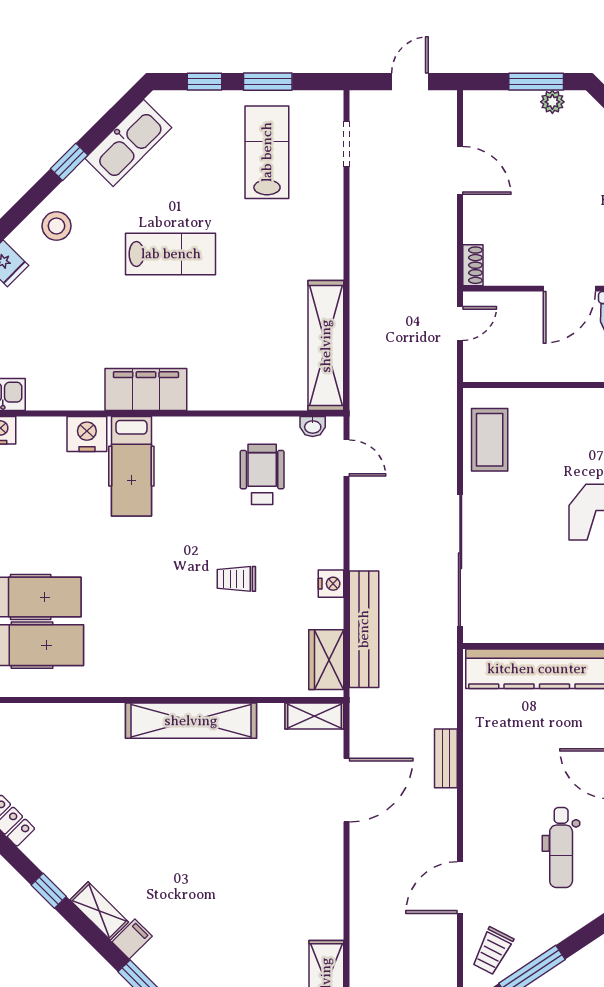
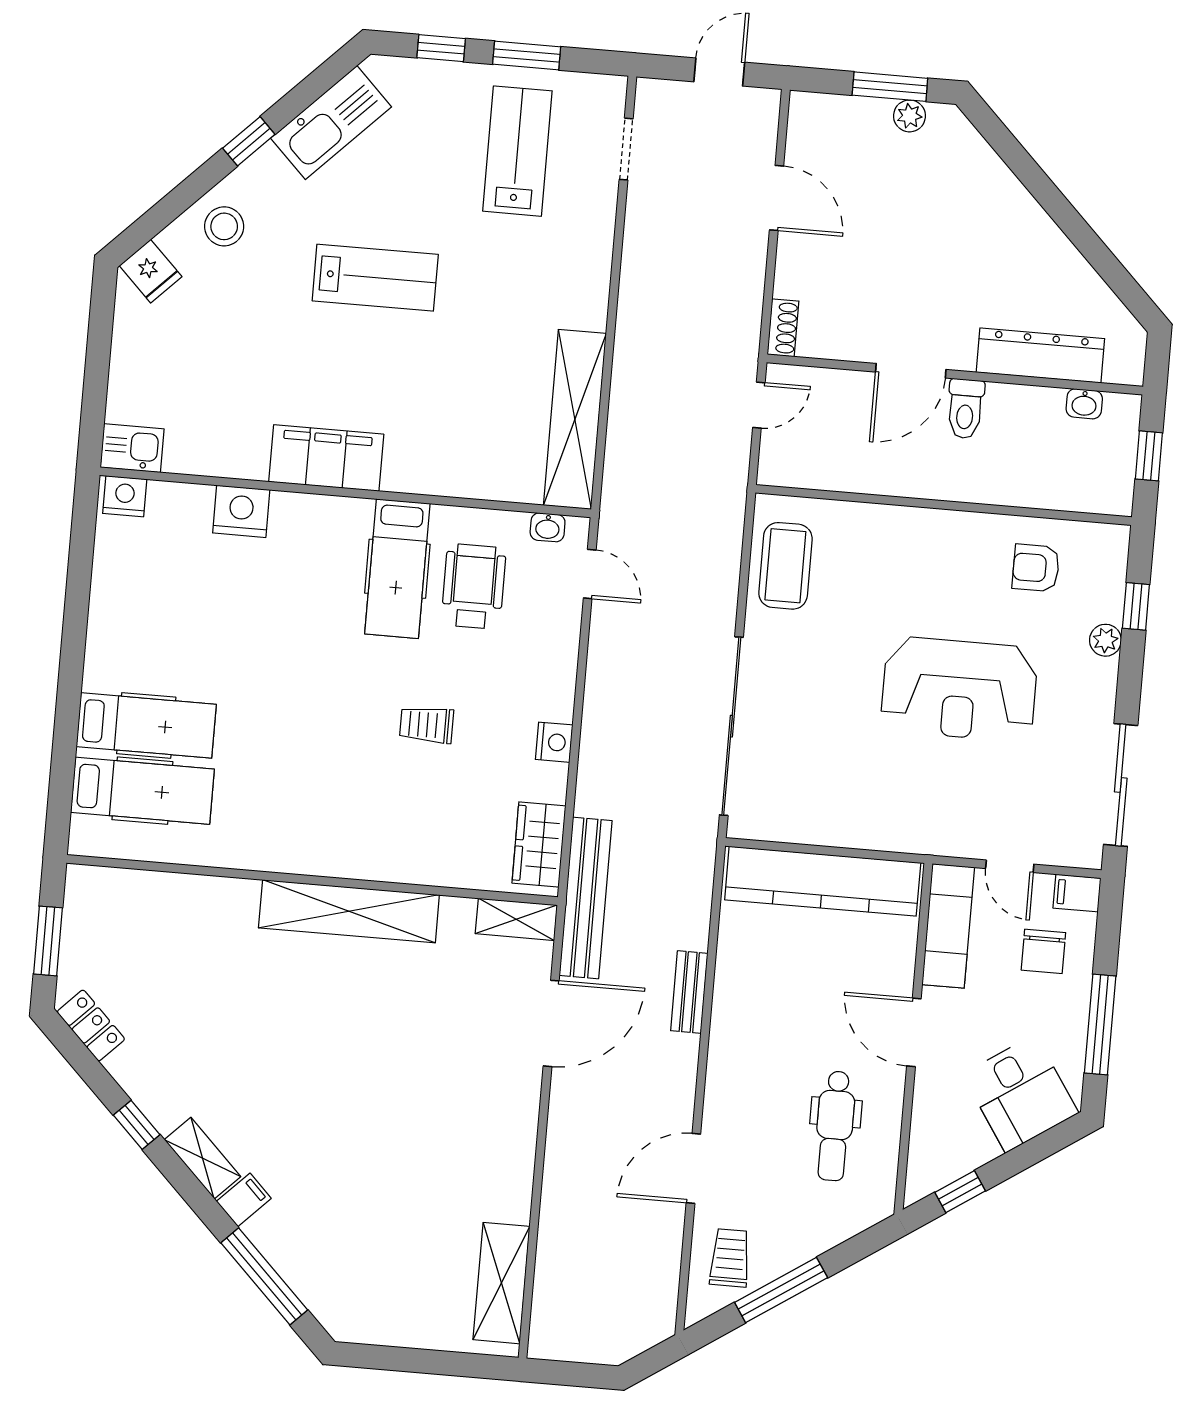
hospital bed: (131, 466) -> (397, 569), moved
bench: (364, 629) -> (586, 898), moved
trolley: (493, 951) -> (730, 1258), turned 153

